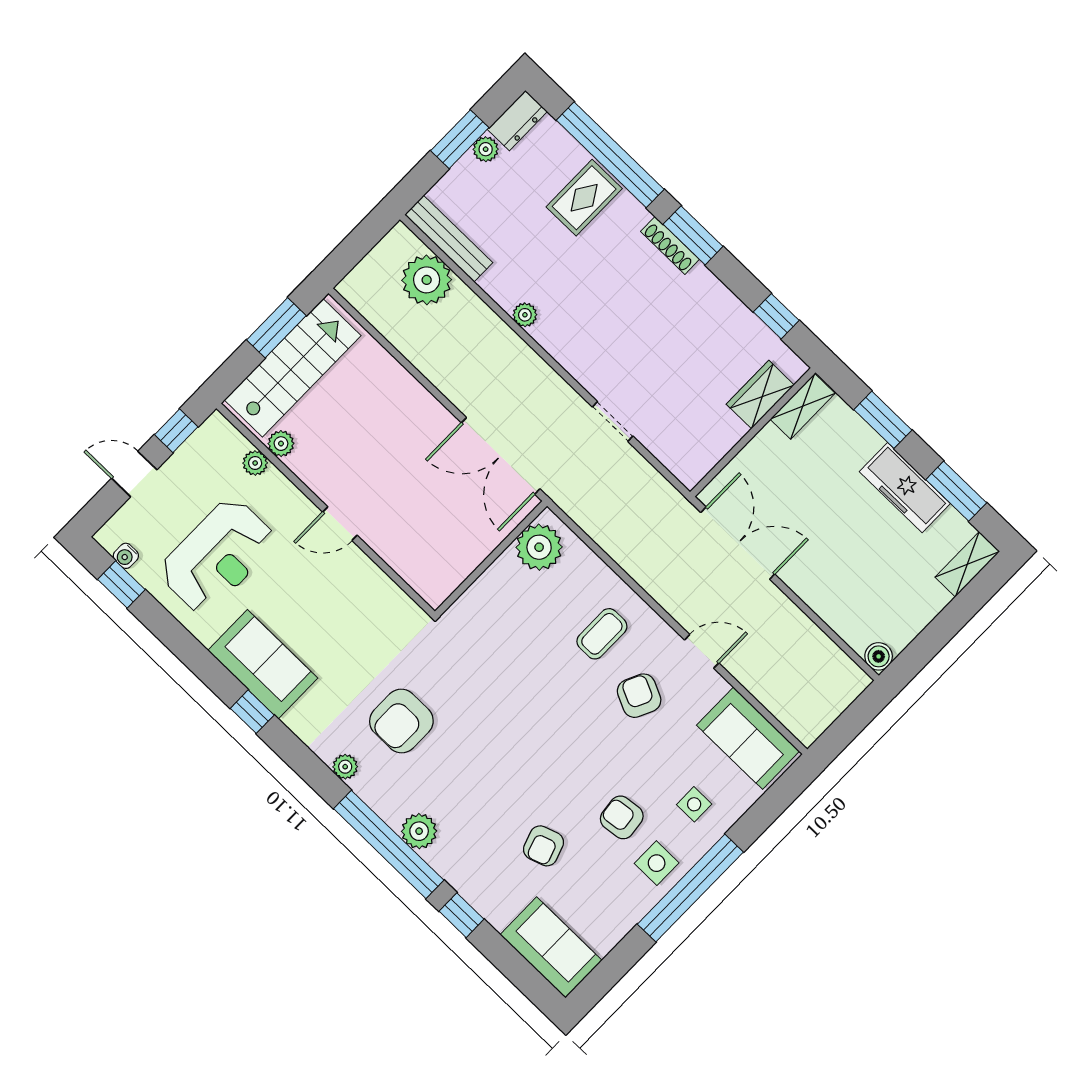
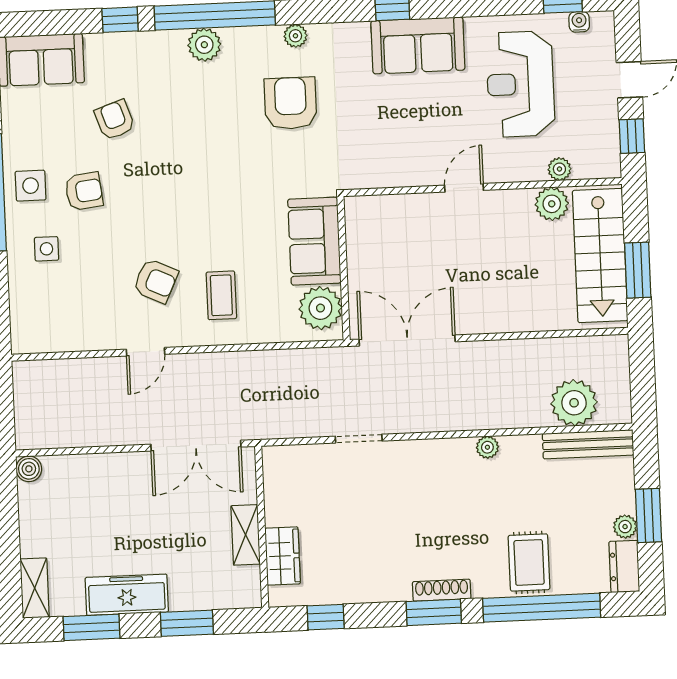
shelving: (803, 406) -> (246, 535), moved
plant: (281, 444) -> (552, 204), width x1.38, depth x1.38
sofa: (748, 738) -> (314, 241), moved, turned -90

